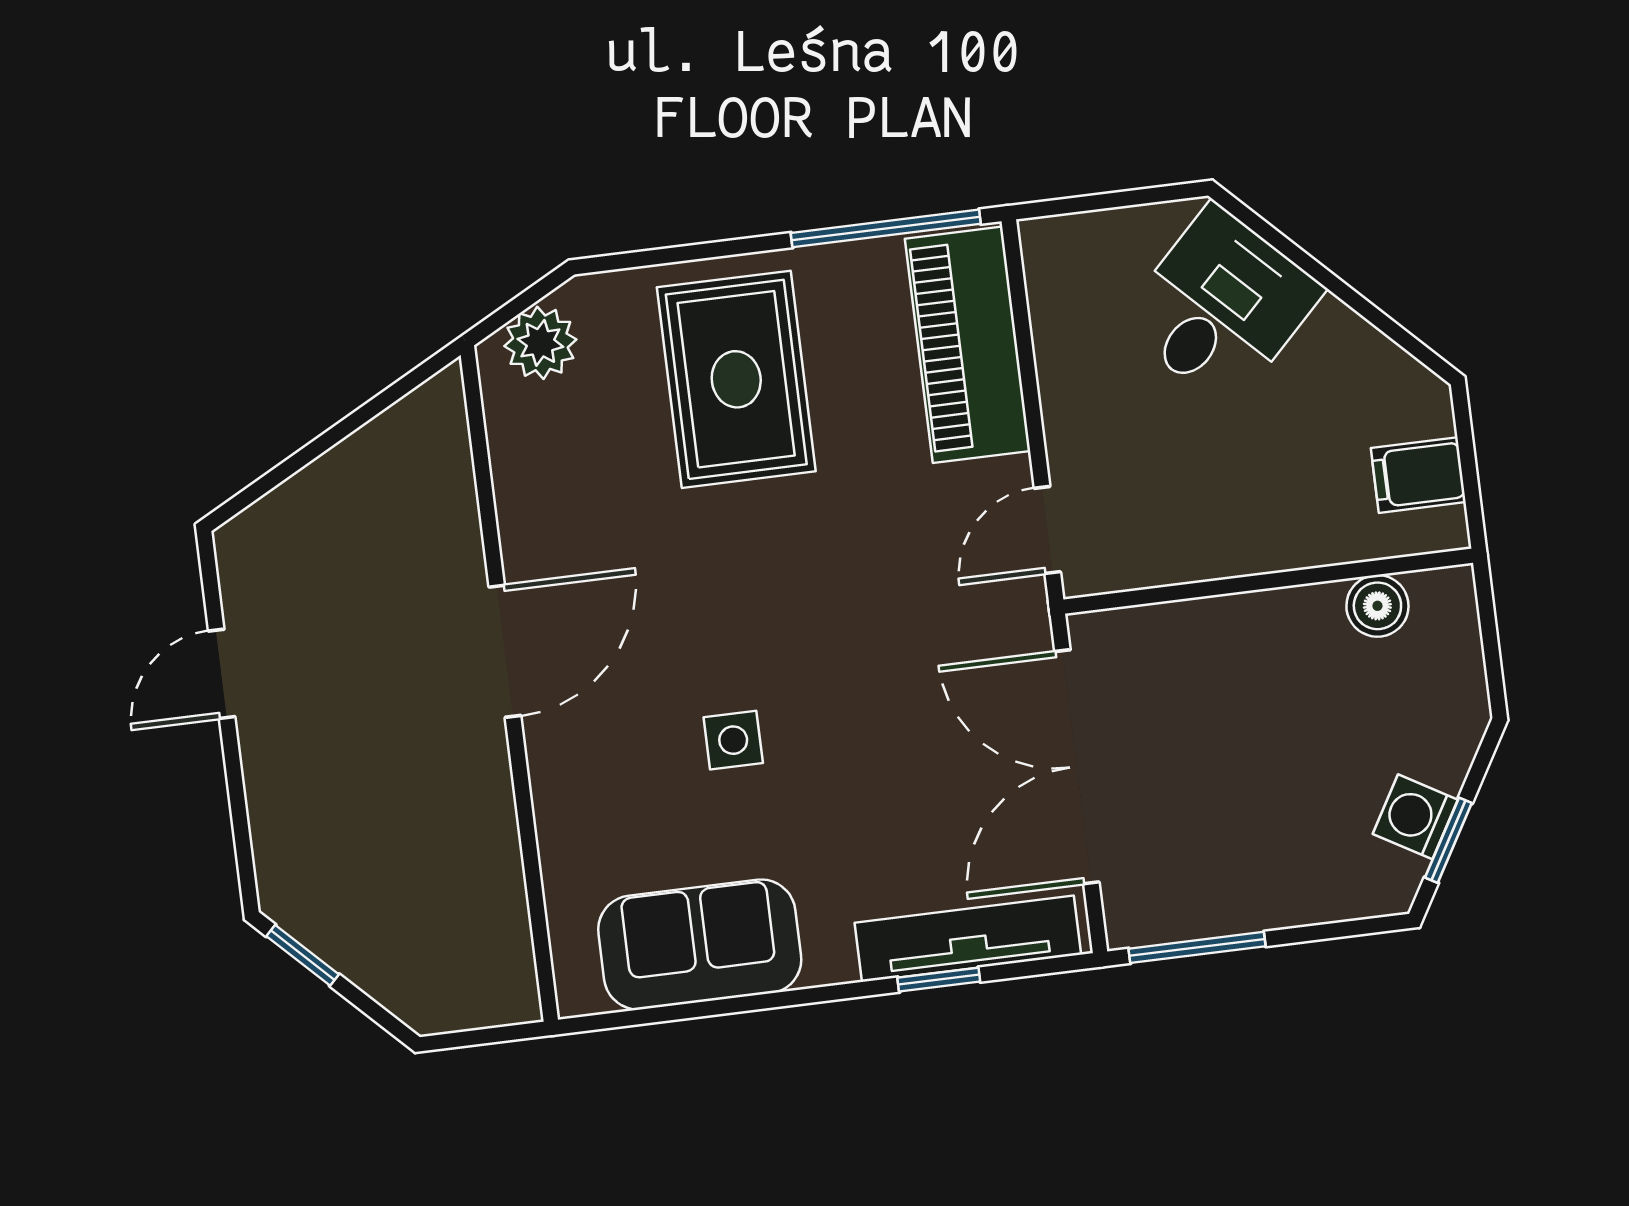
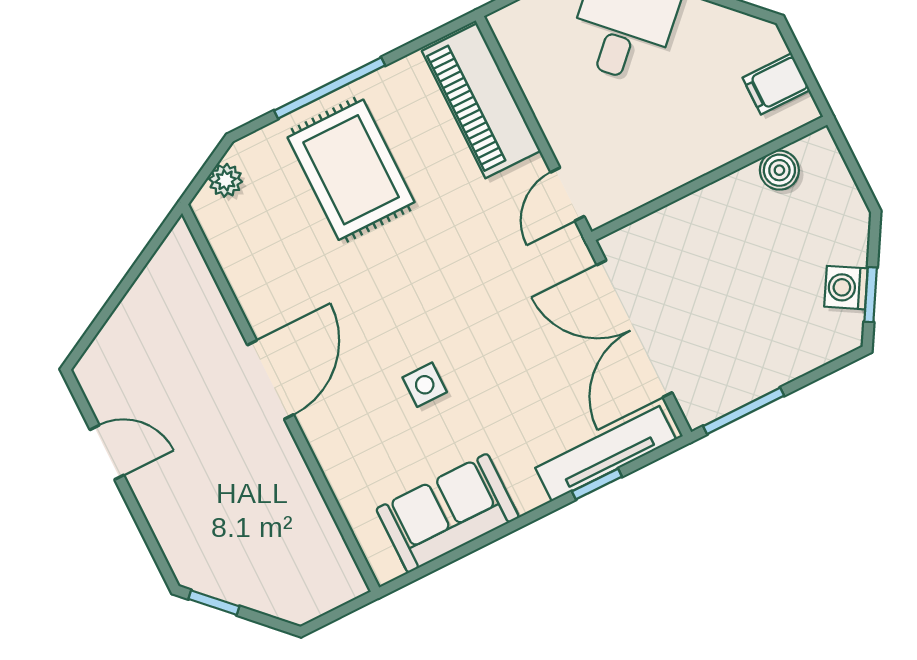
window: (886, 228) -> (330, 88), moved
plant: (540, 343) -> (226, 180), width x0.73, depth x0.73
door: (222, 674) -> (107, 452), swing flipped

